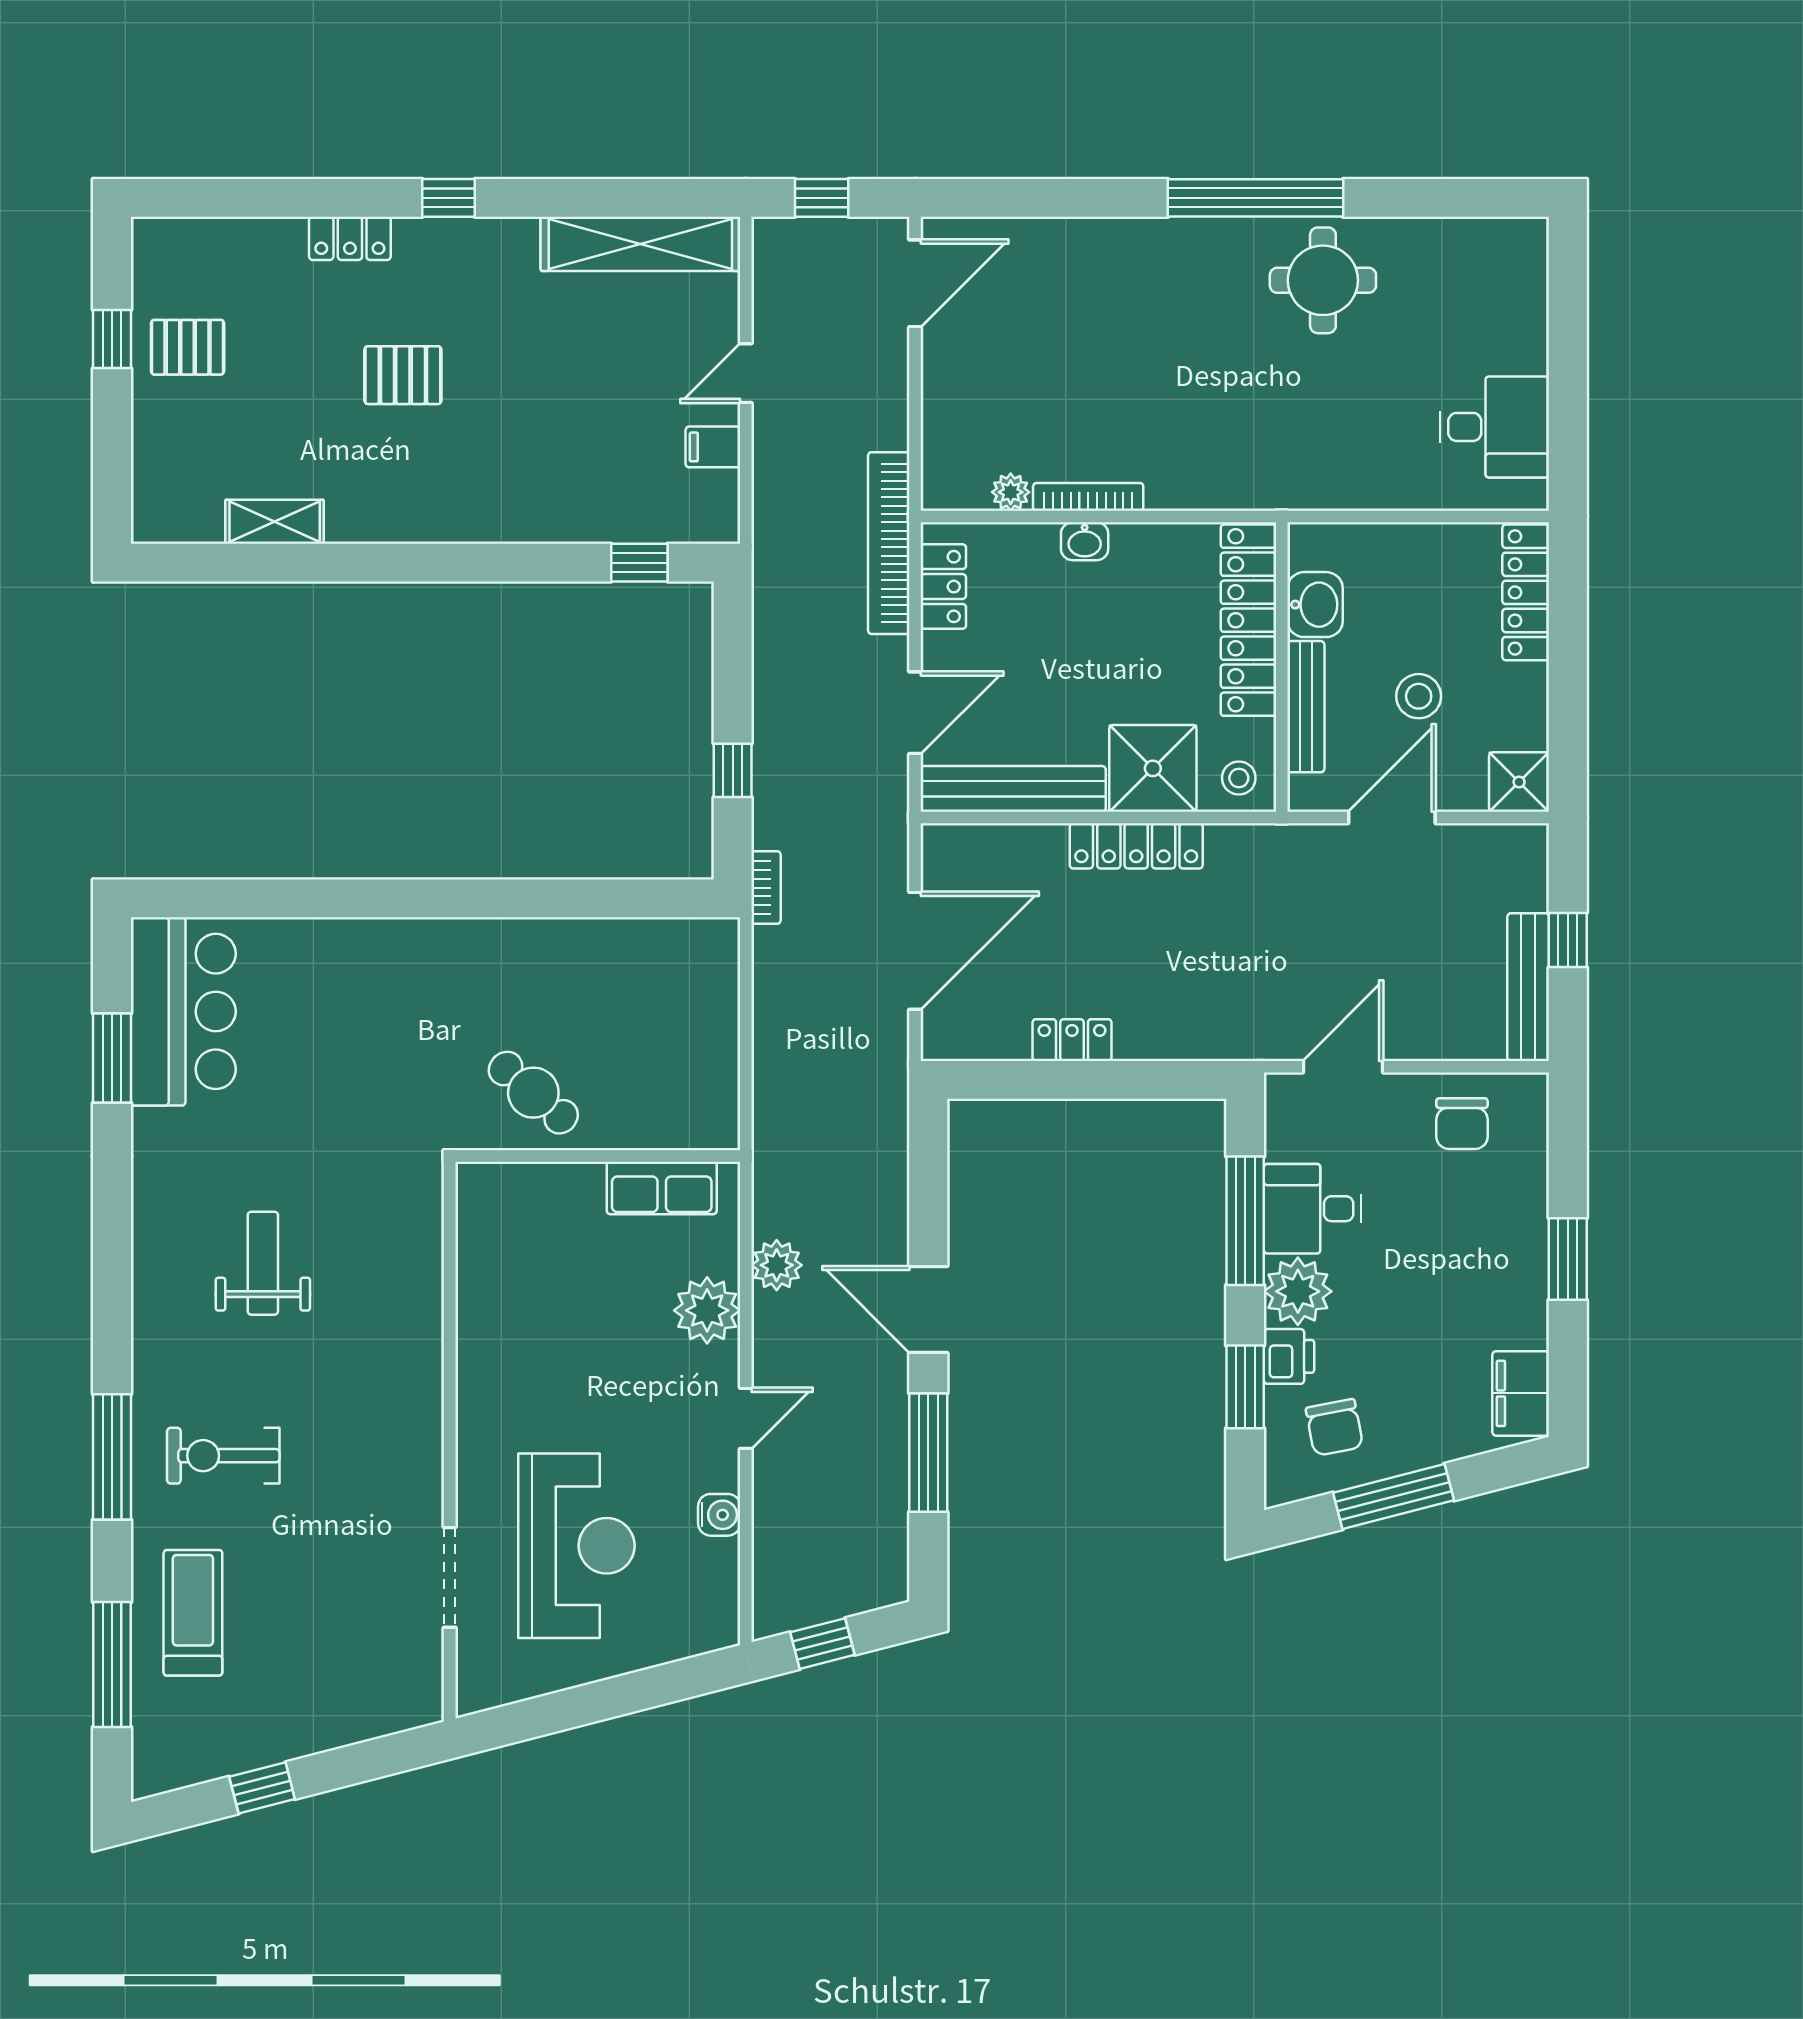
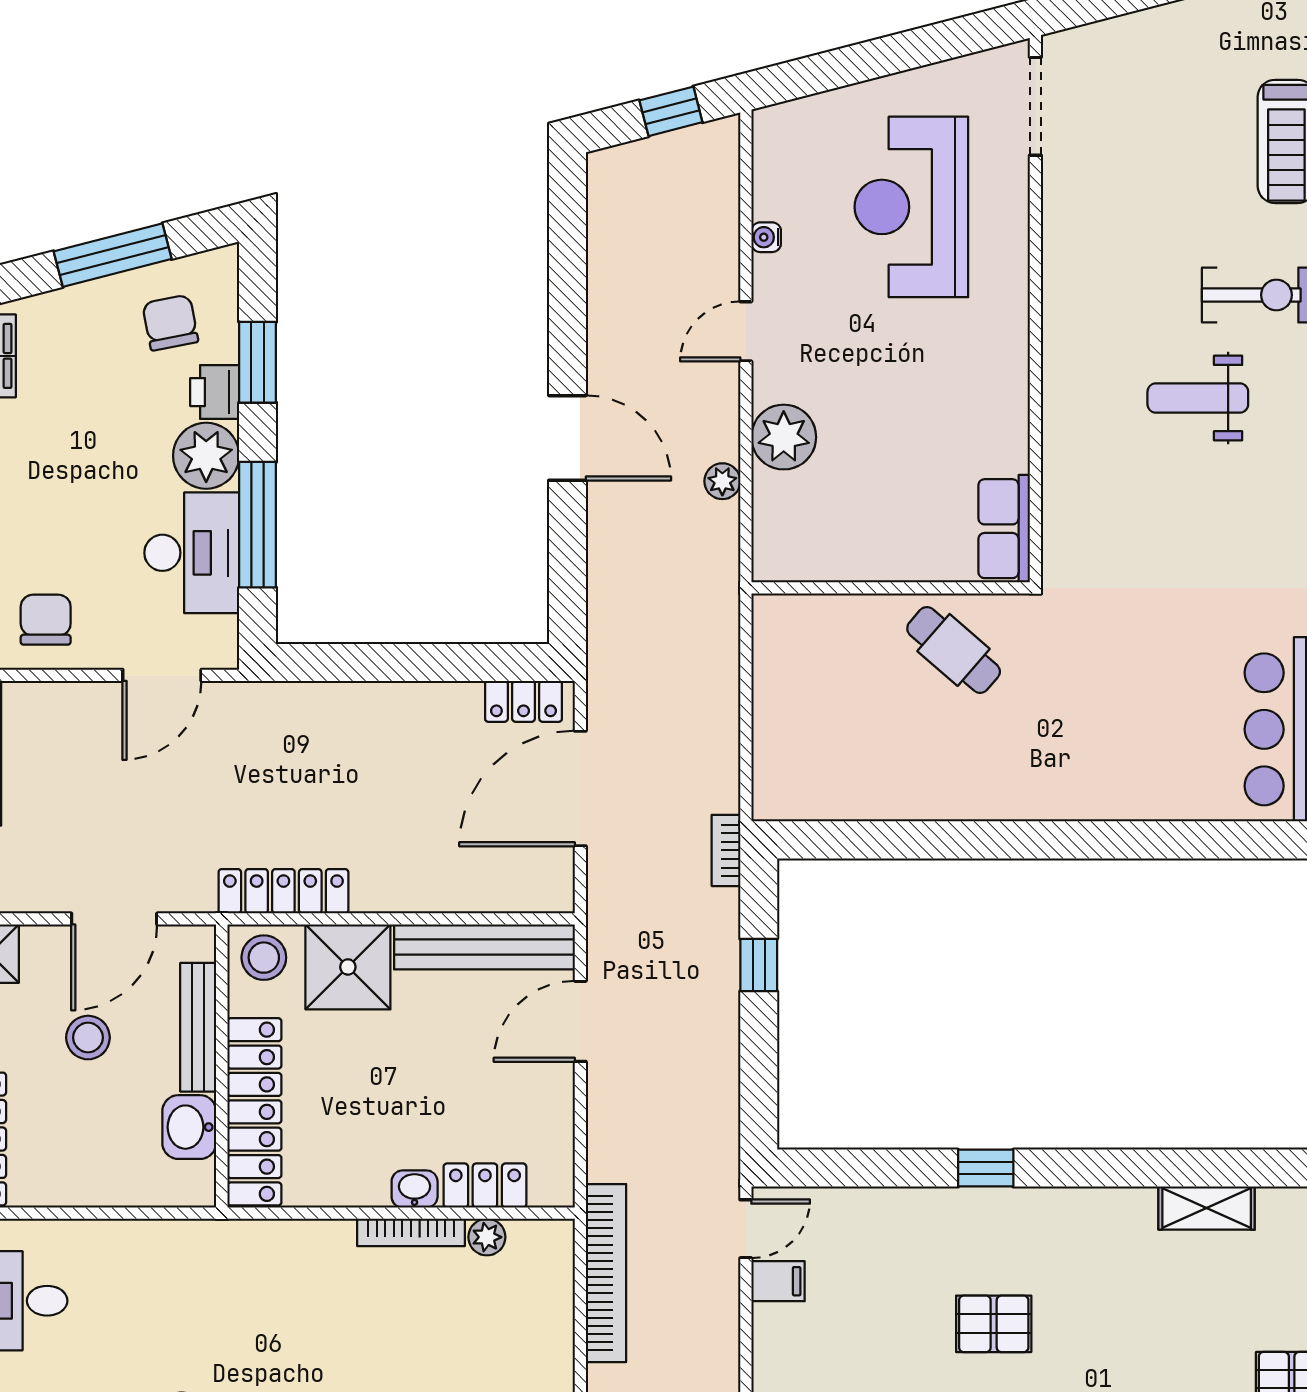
door: (746, 373) -> (746, 1229), moved
pallet: (403, 375) -> (994, 1324), moved
bookcase: (889, 543) -> (606, 1273), moved
window: (639, 563) -> (986, 1168), moved
locker: (943, 587) -> (485, 1186), moved, turned 90
stool: (1239, 778) -> (264, 958), width x1.37, depth x1.37
locker: (1136, 846) -> (283, 891), moved
locker: (1072, 1040) -> (524, 701), moved
row of seats: (662, 1188) -> (1004, 529), moved, turned -90
desk: (1312, 1209) -> (192, 553), width x1.37
weight bench: (263, 1263) -> (1198, 398), moved, turned 90
plant: (777, 1265) -> (722, 481), width x0.73, depth x0.73
window: (928, 1453) -> (567, 298), removed
water cooler: (719, 1515) -> (766, 237), width x0.72, depth x0.72
doorway: (450, 1577) -> (1035, 106), moved

